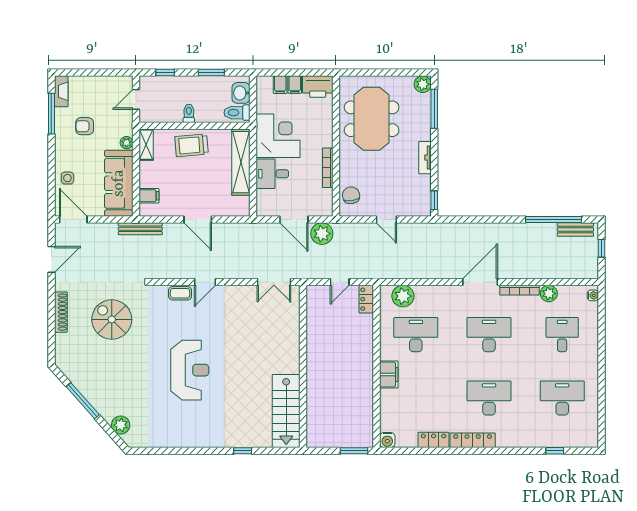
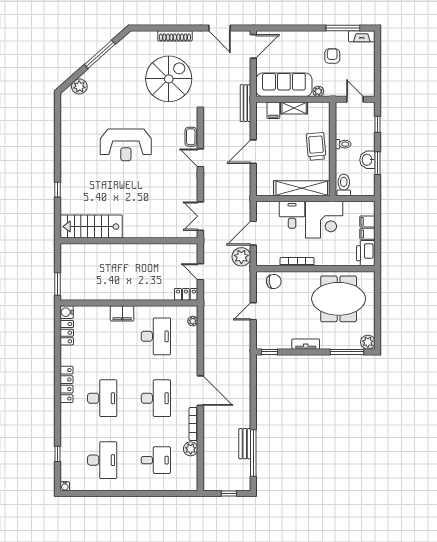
washbasin: (241, 93) -> (367, 160), moved, turned -90
shelving: (146, 145) -> (294, 108), moved
side table: (67, 178) -> (288, 41), removed
bench: (575, 230) -> (245, 444), moved
water cooler: (593, 295) -> (65, 486), moved
plant: (403, 296) -> (193, 321), width x0.53, depth x0.53
spiral stairs: (112, 319) -> (169, 79), width x1.37, depth x1.37
locker: (434, 440) -> (67, 333), moved

